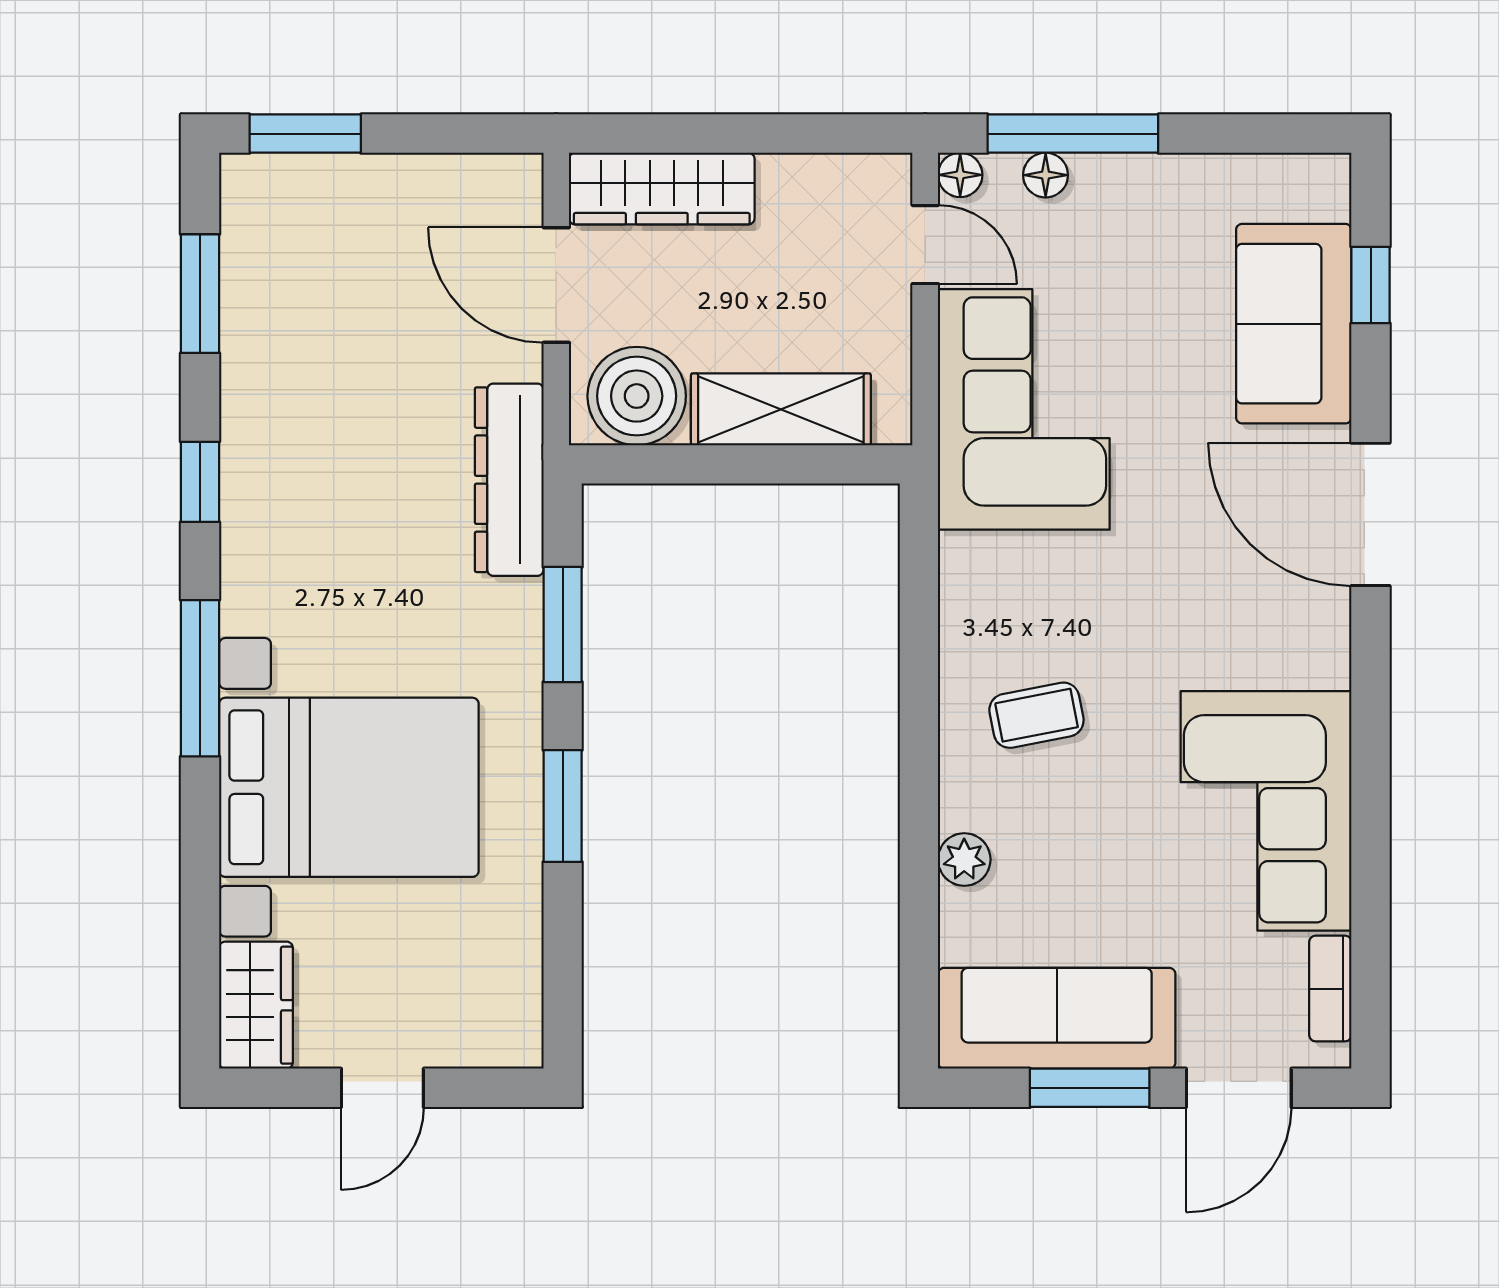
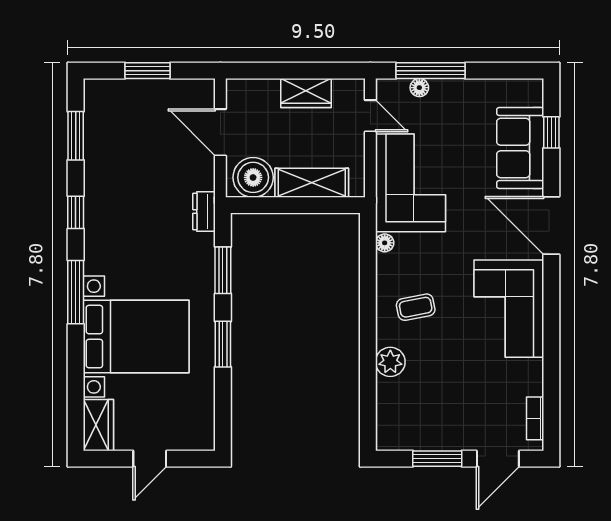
window: (305, 134) -> (148, 71), moved
floor lamp: (960, 175) -> (385, 243), moved
wardrobe: (662, 189) -> (306, 93), moved, width x0.67
dresser: (509, 480) -> (204, 211), width x0.51, depth x0.80
corner sofa: (1266, 811) -> (509, 309), moved
plant: (964, 859) -> (390, 362), width x1.38, depth x1.38
sofa: (1057, 1018) -> (424, 430), removed

